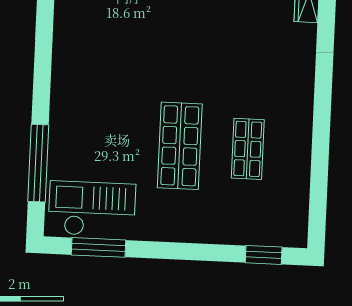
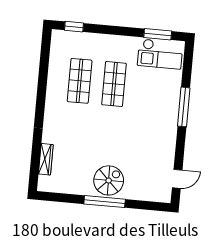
shop shelf: (248, 149) -> (80, 81), width x1.43, depth x1.36
window: (38, 163) -> (184, 107), moved

